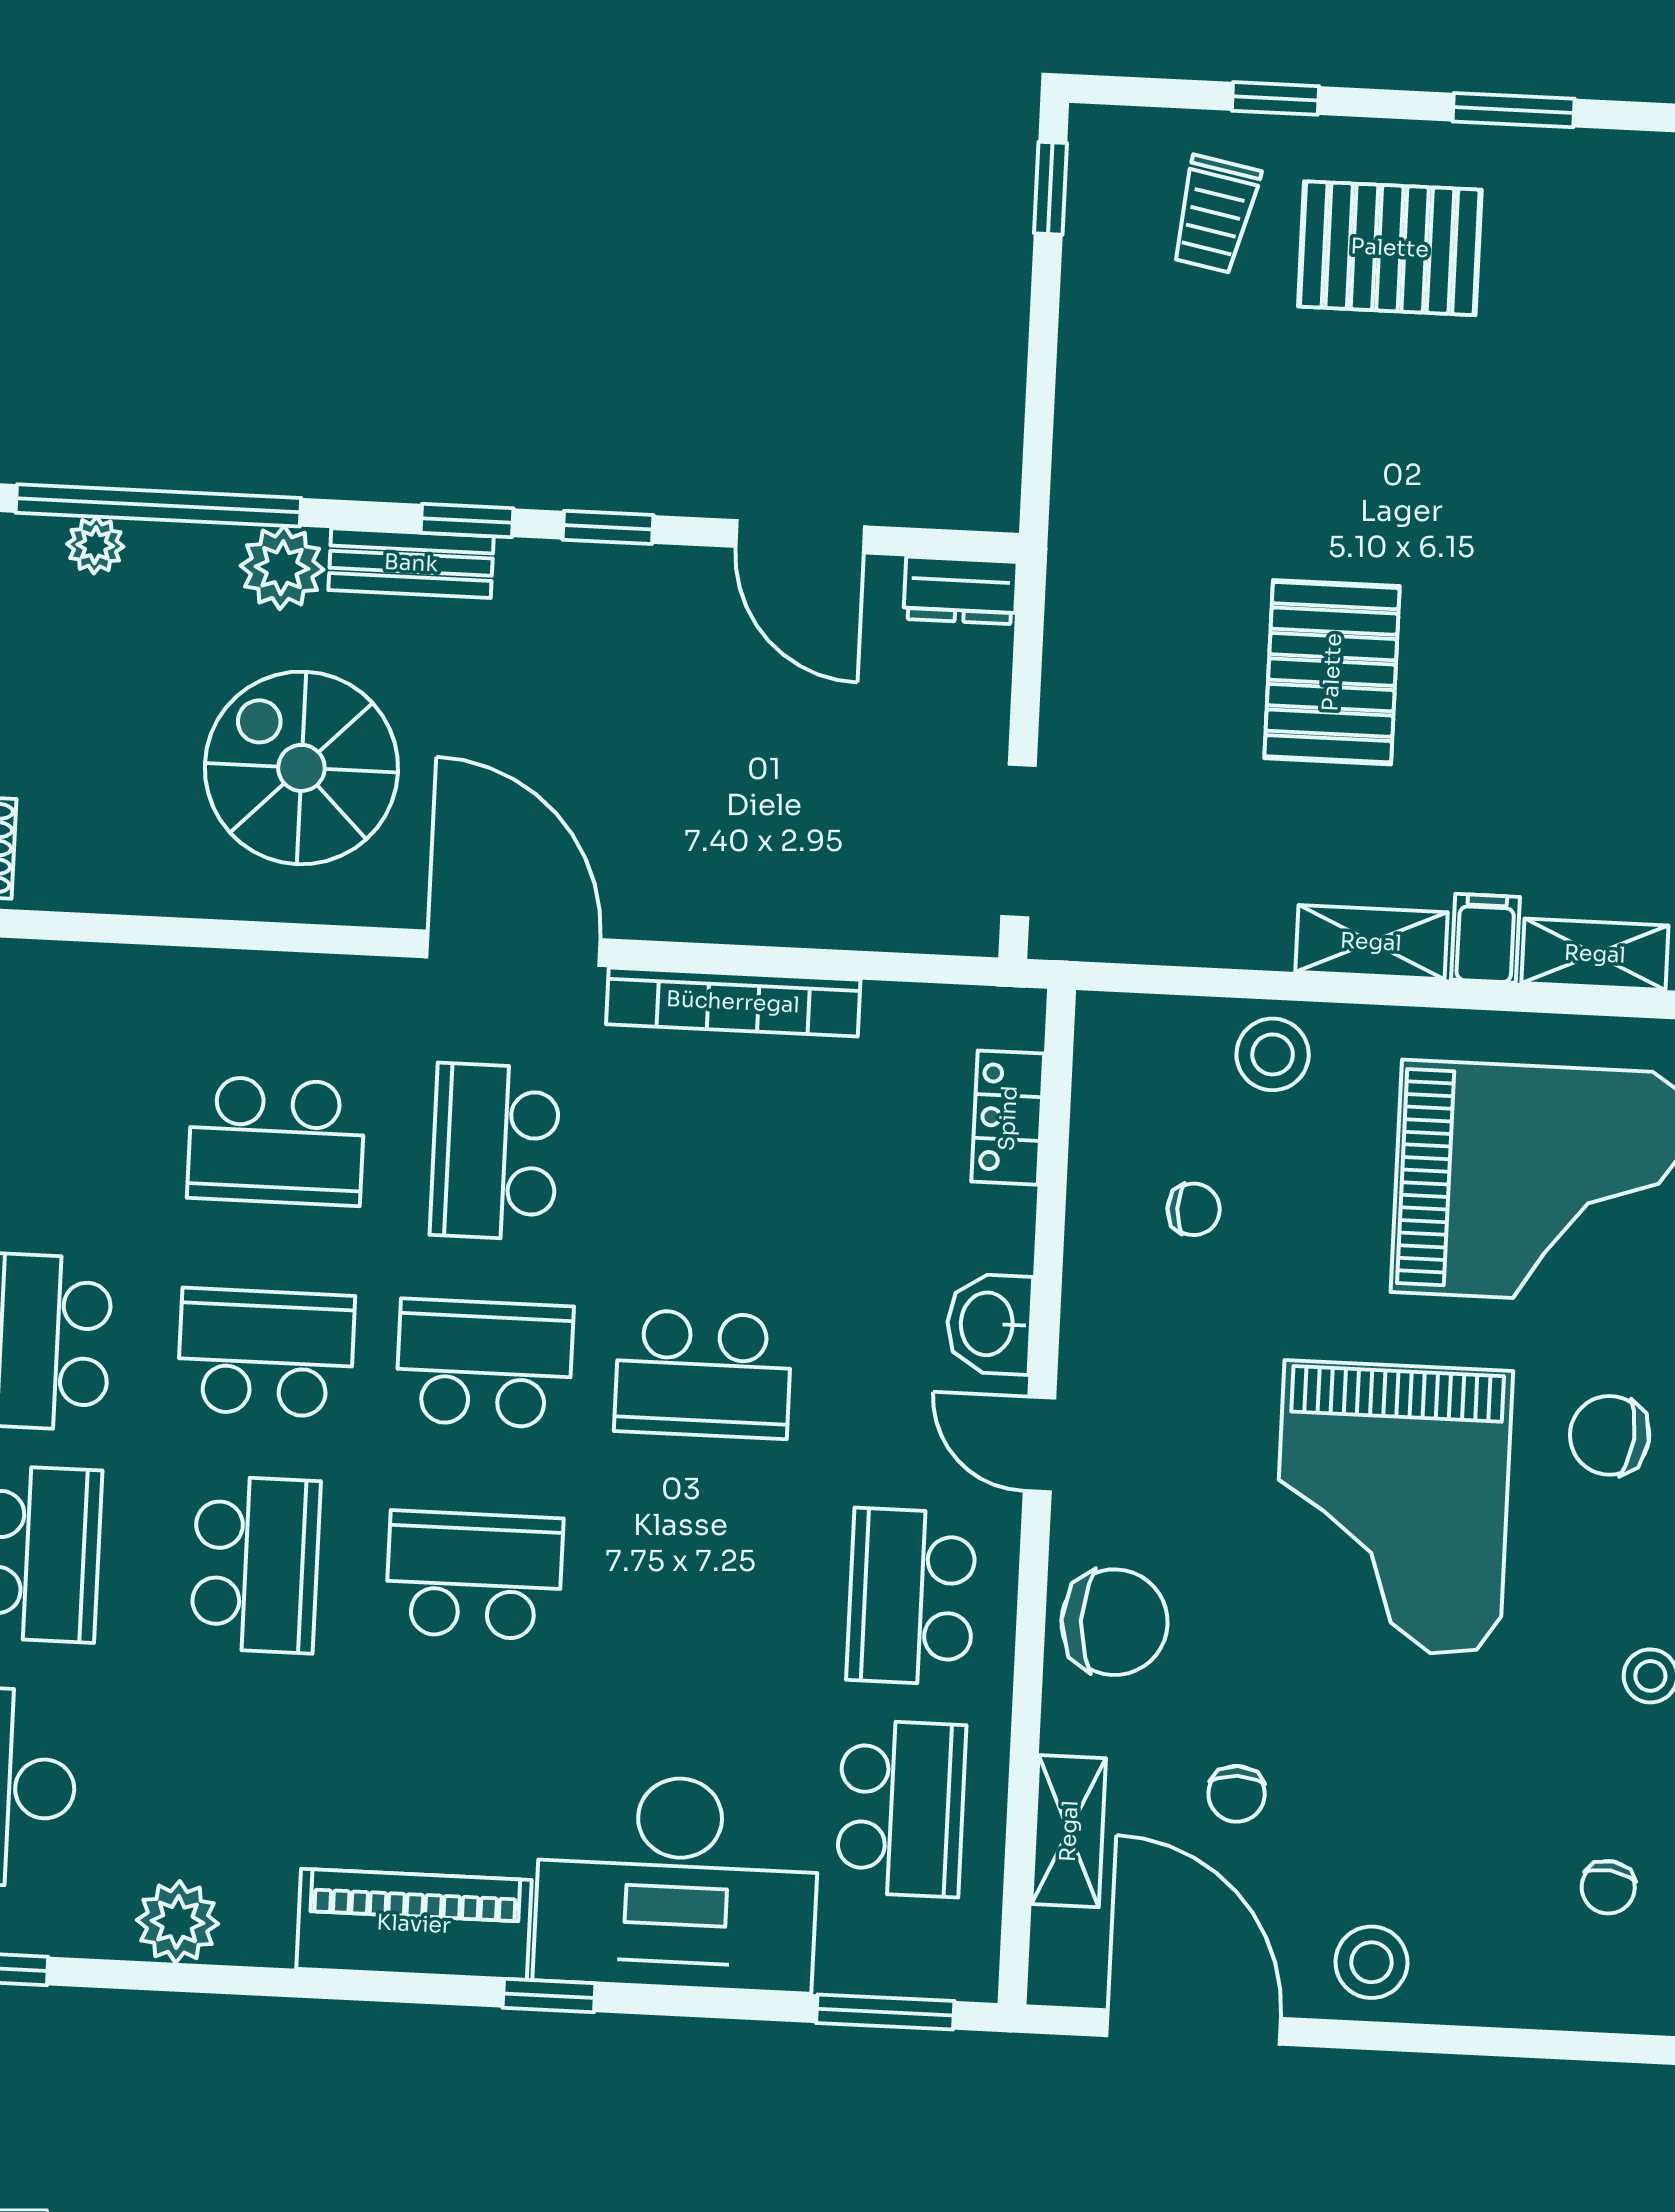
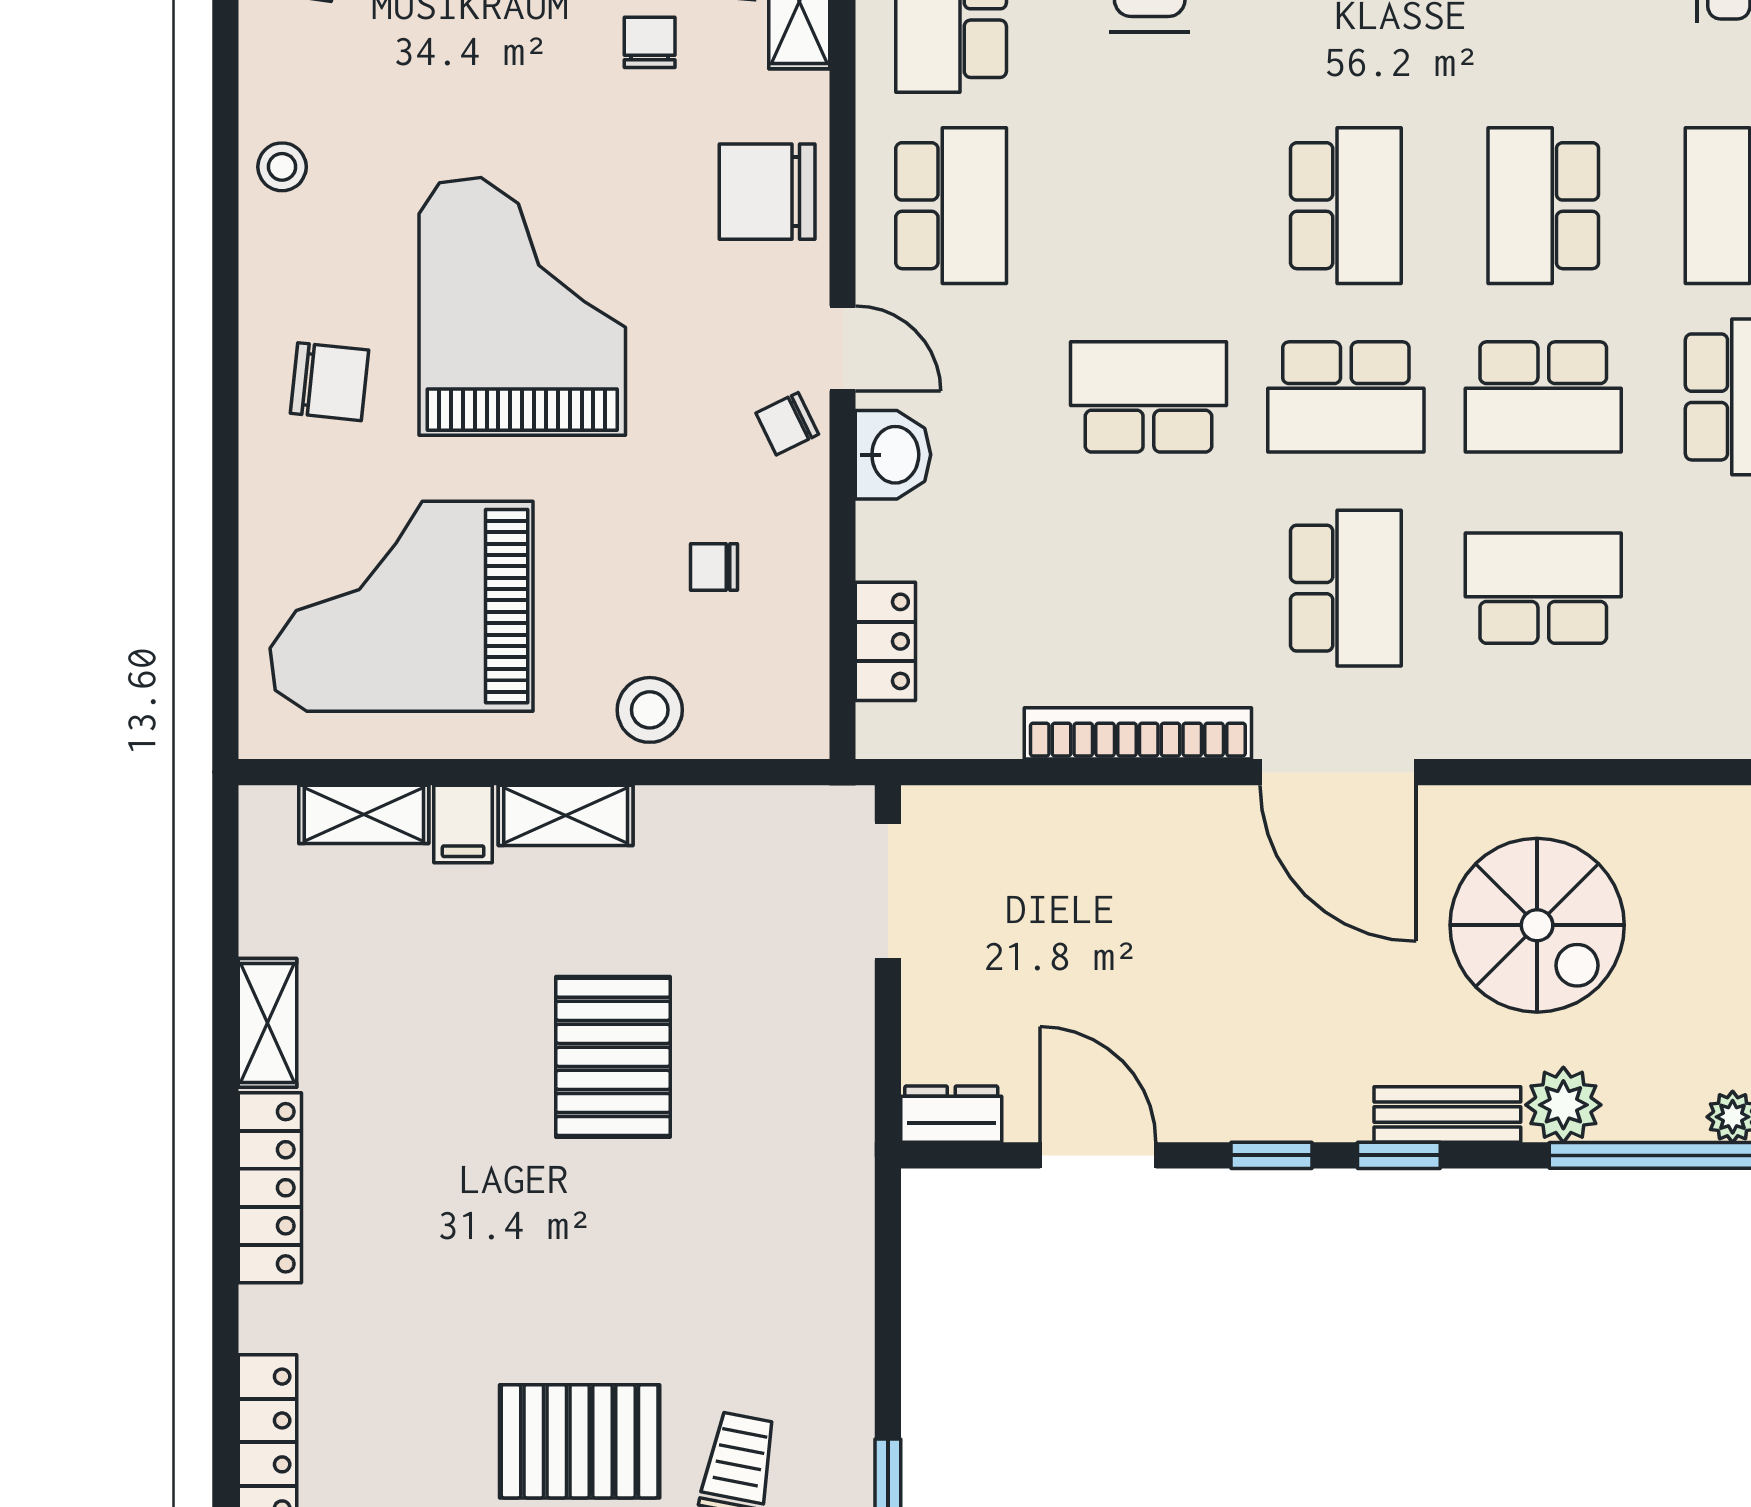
chair: (1105, 1364) -> (787, 424), added
school desk: (474, 1575) -> (1346, 206), turned -90

